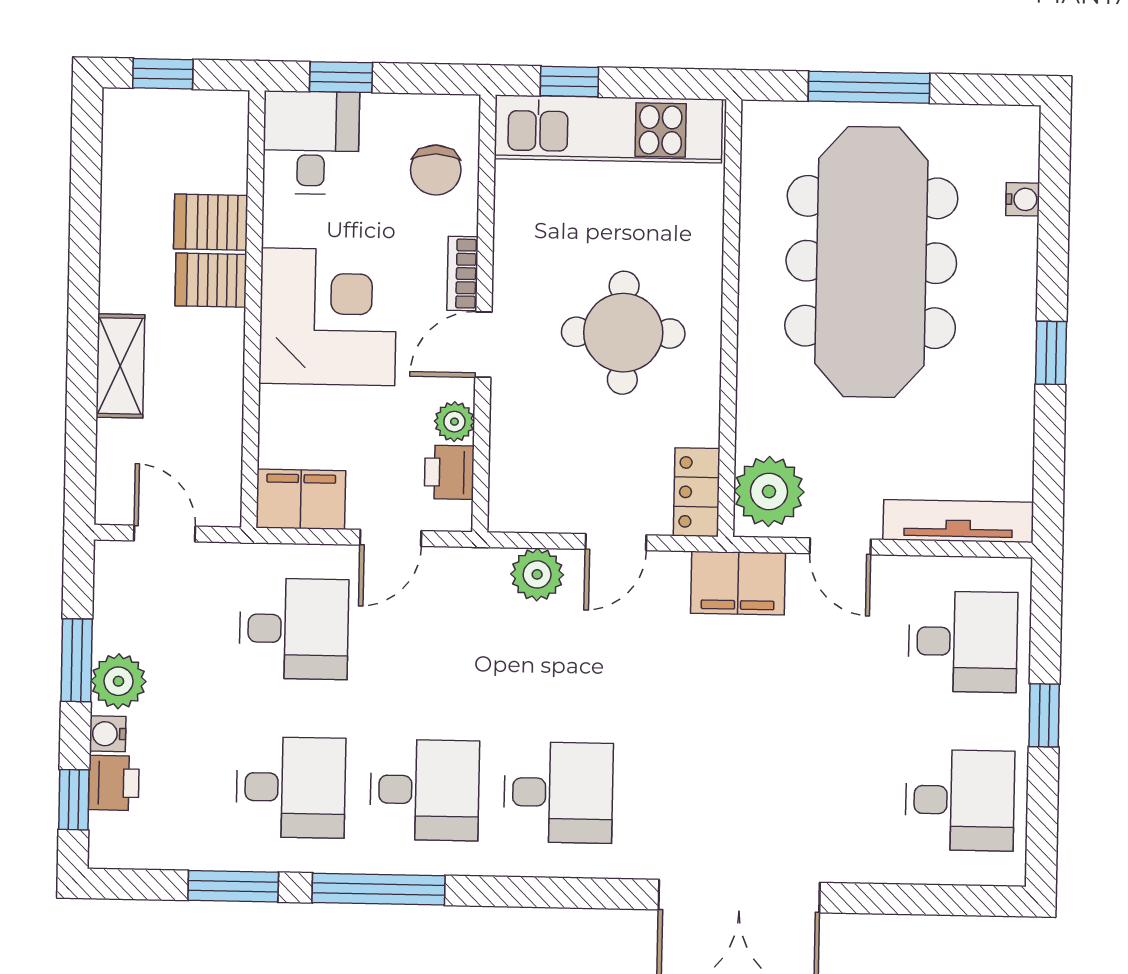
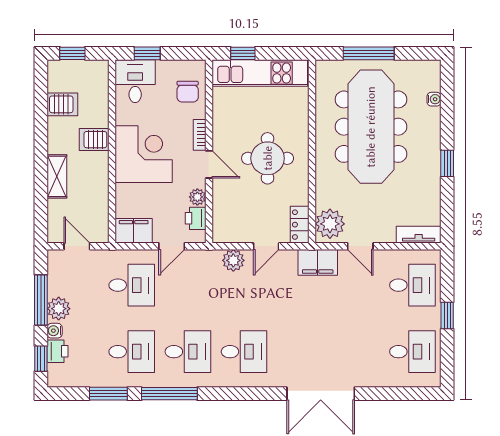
server rack: (211, 222) -> (62, 104), moved, turned 180
door: (483, 345) -> (209, 164), swing flipped
tv unit: (958, 521) -> (419, 235), width x0.71
window: (77, 660) -> (41, 300), width x1.44

